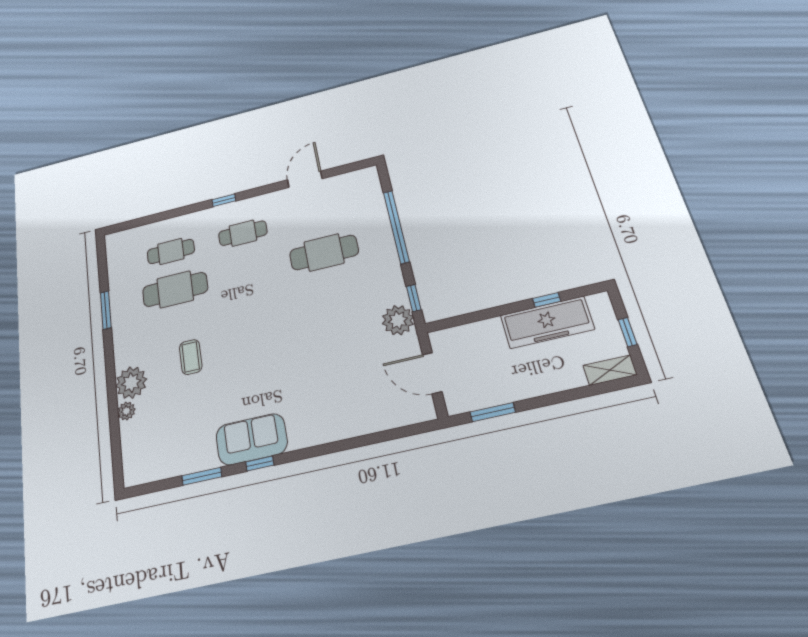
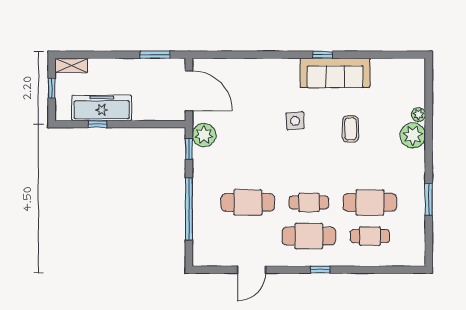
cafe table: (243, 233) -> (309, 236), width x1.37, depth x1.35
cafe table: (249, 271) -> (309, 202), added
coffee table: (191, 357) -> (350, 129), moved
side table: (282, 366) -> (295, 121), added
door: (432, 373) -> (189, 91), width x1.36
sofa: (252, 439) -> (335, 73), width x1.36
window: (202, 476) -> (366, 55), removed

